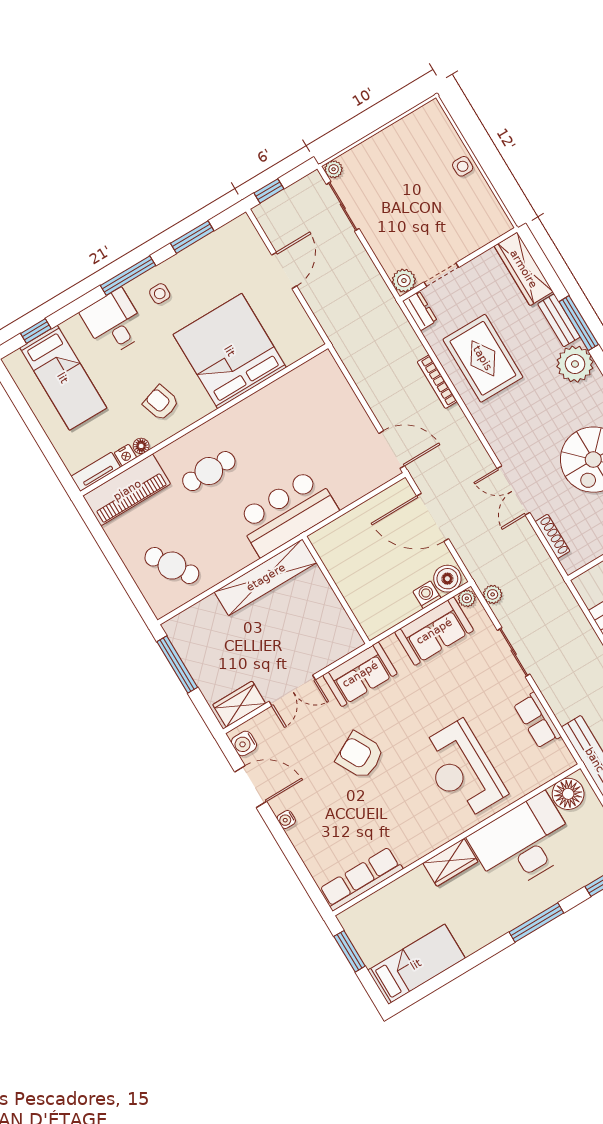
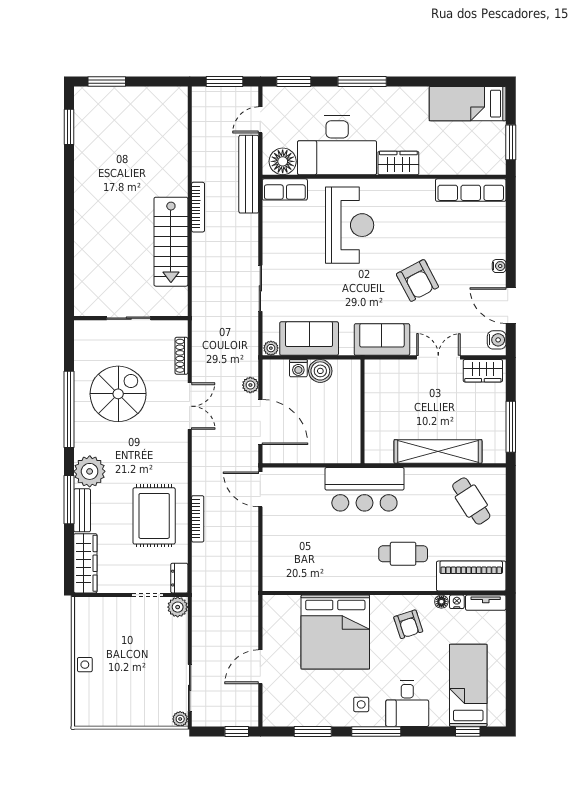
shelving: (266, 577) -> (438, 451), moved
boiler: (447, 579) -> (320, 371), moved
plant: (493, 594) -> (250, 385), moved
row of seats: (537, 720) -> (285, 189), moved, turned 90

